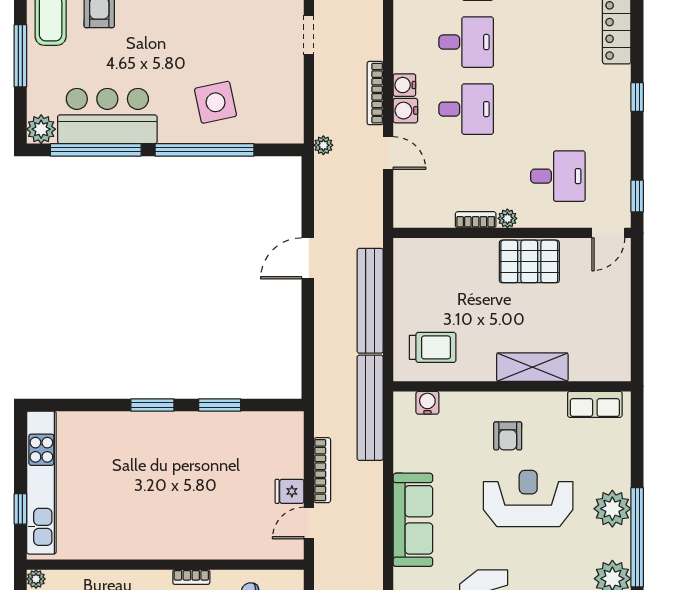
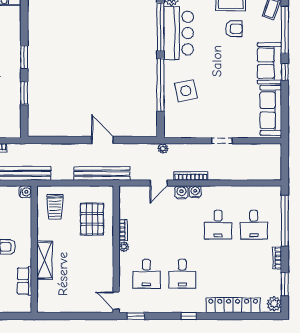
desk: (466, 109) -> (182, 274), moved
pallet: (529, 261) -> (92, 219), moved
bench: (370, 301) -> (102, 173), moved
water cooler: (427, 403) -> (25, 192), moved
row of seats: (595, 404) -> (25, 281), moved

